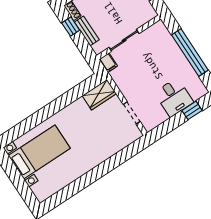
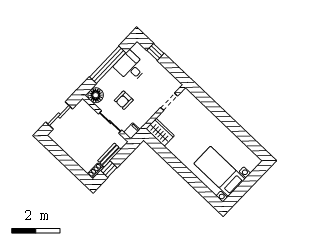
floor lamp: (158, 31) -> (96, 95), added
armchair: (145, 62) -> (124, 100), added
desk: (174, 97) -> (130, 67), moved, turned -90

